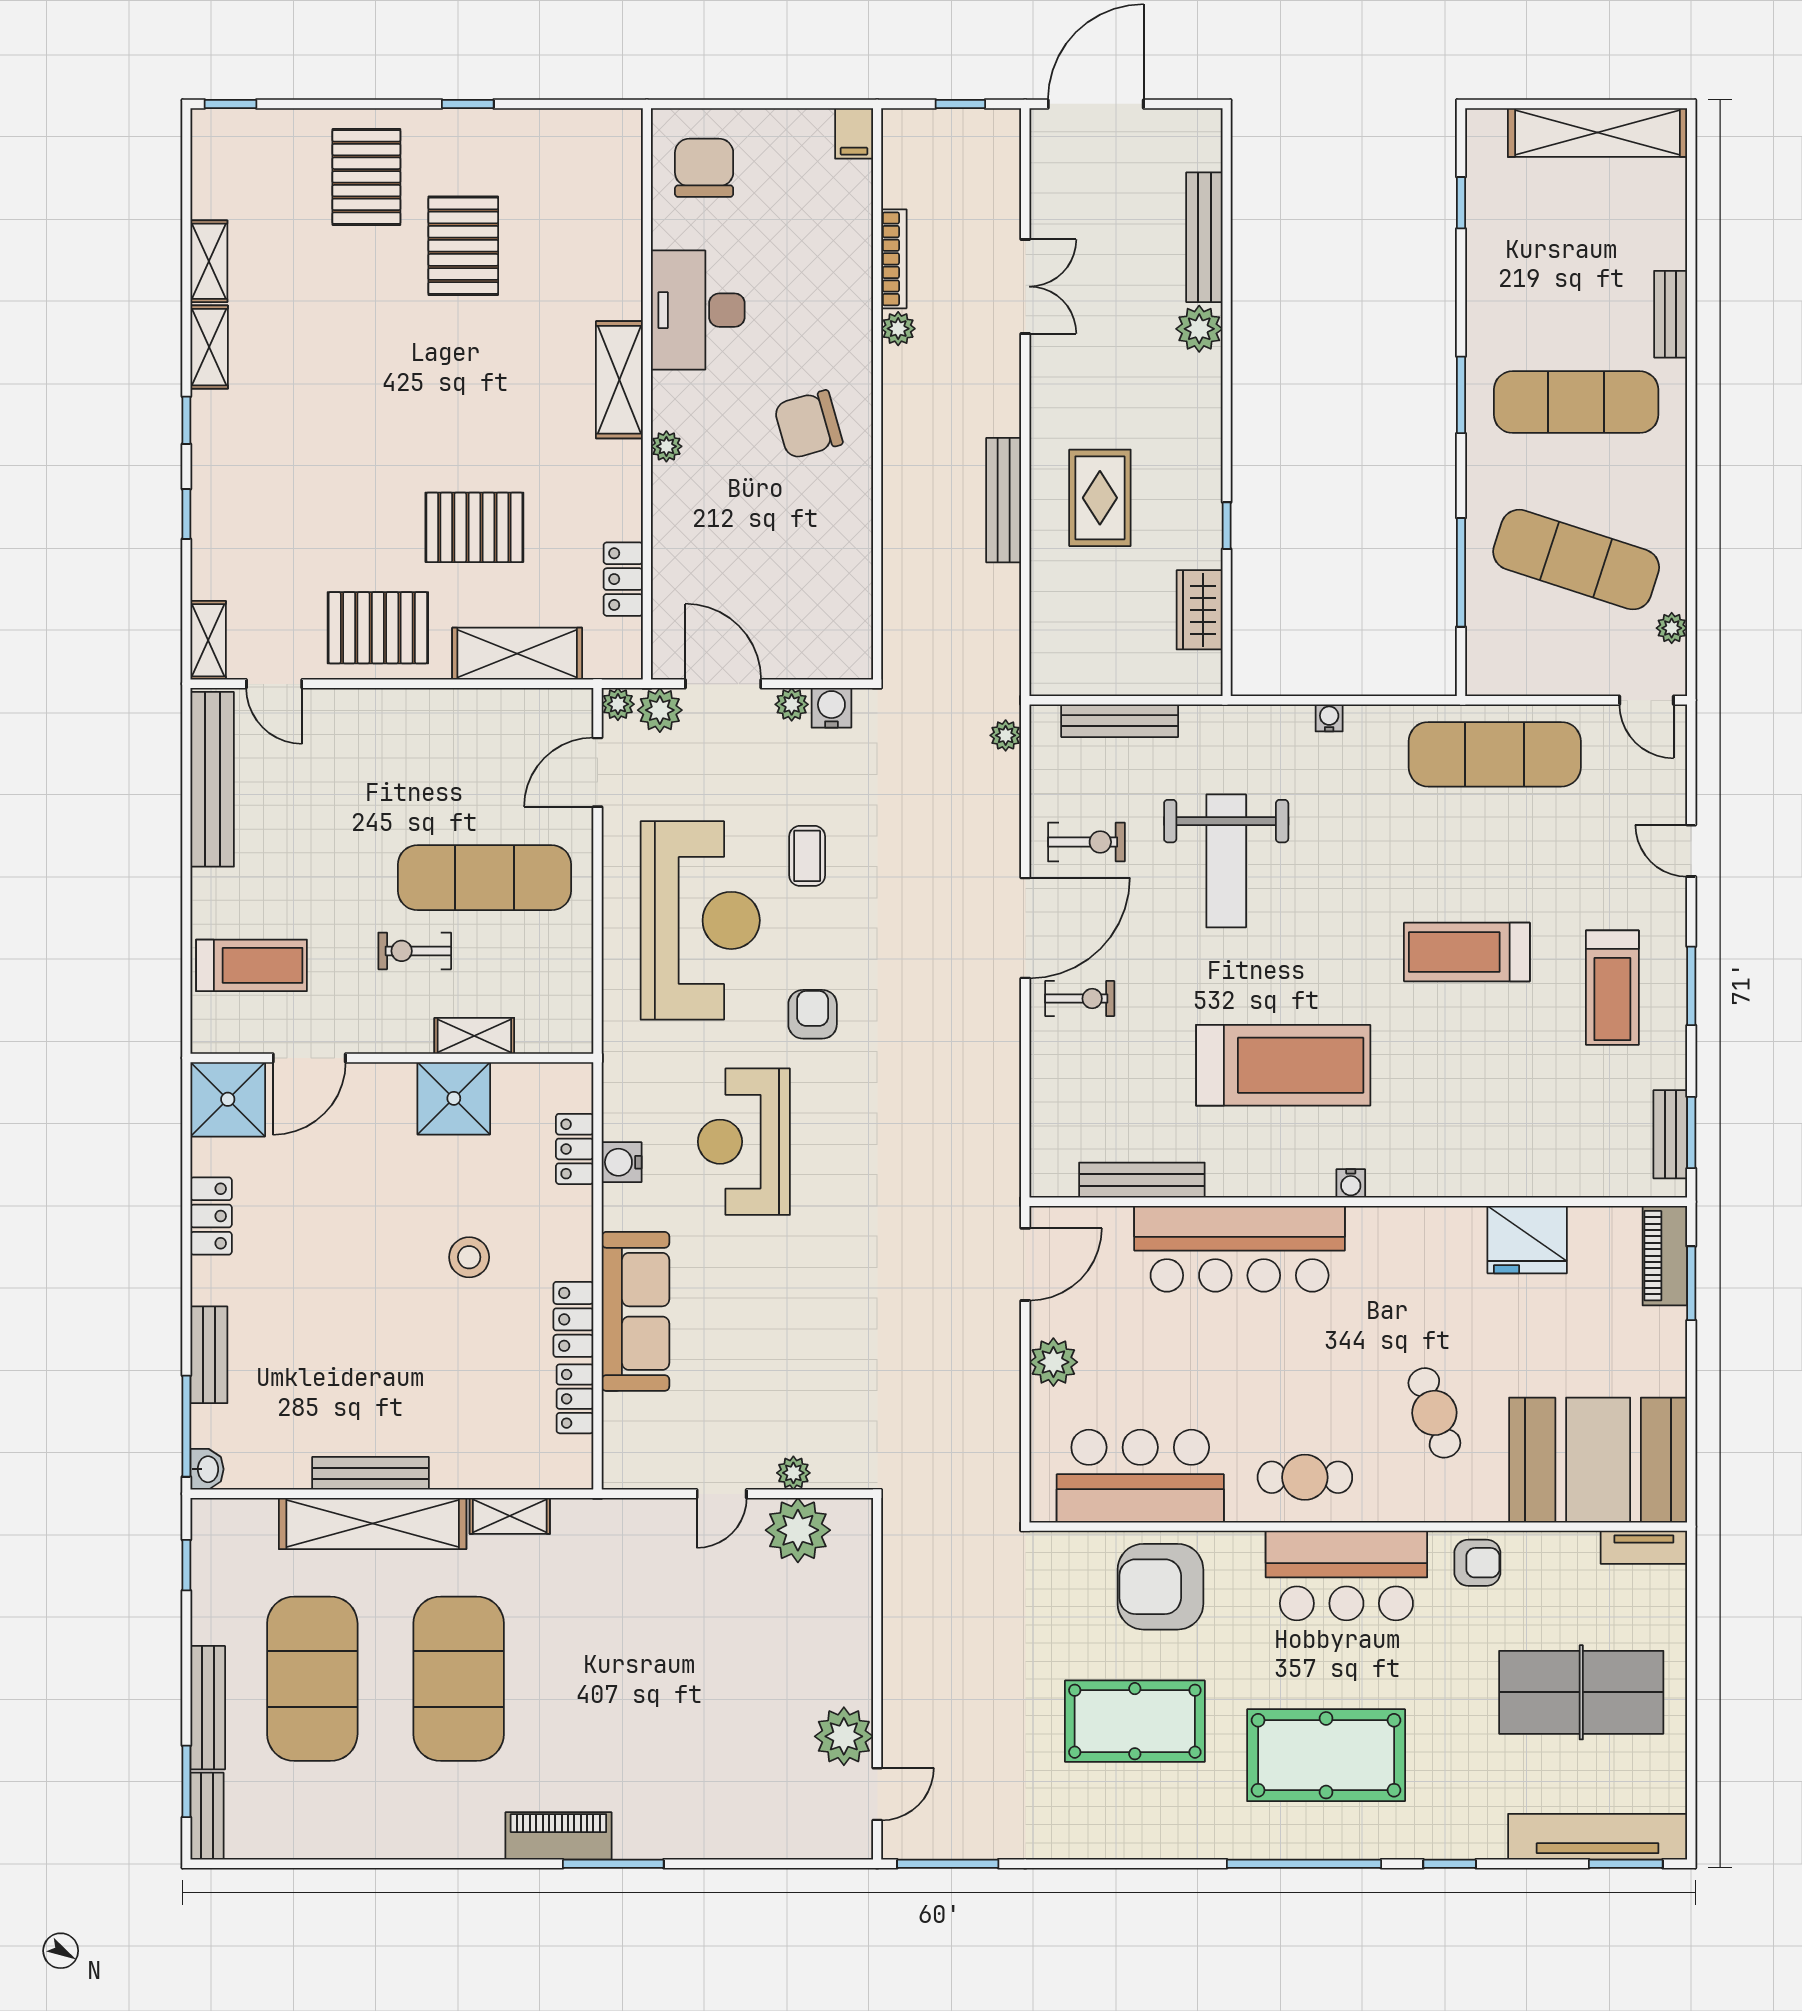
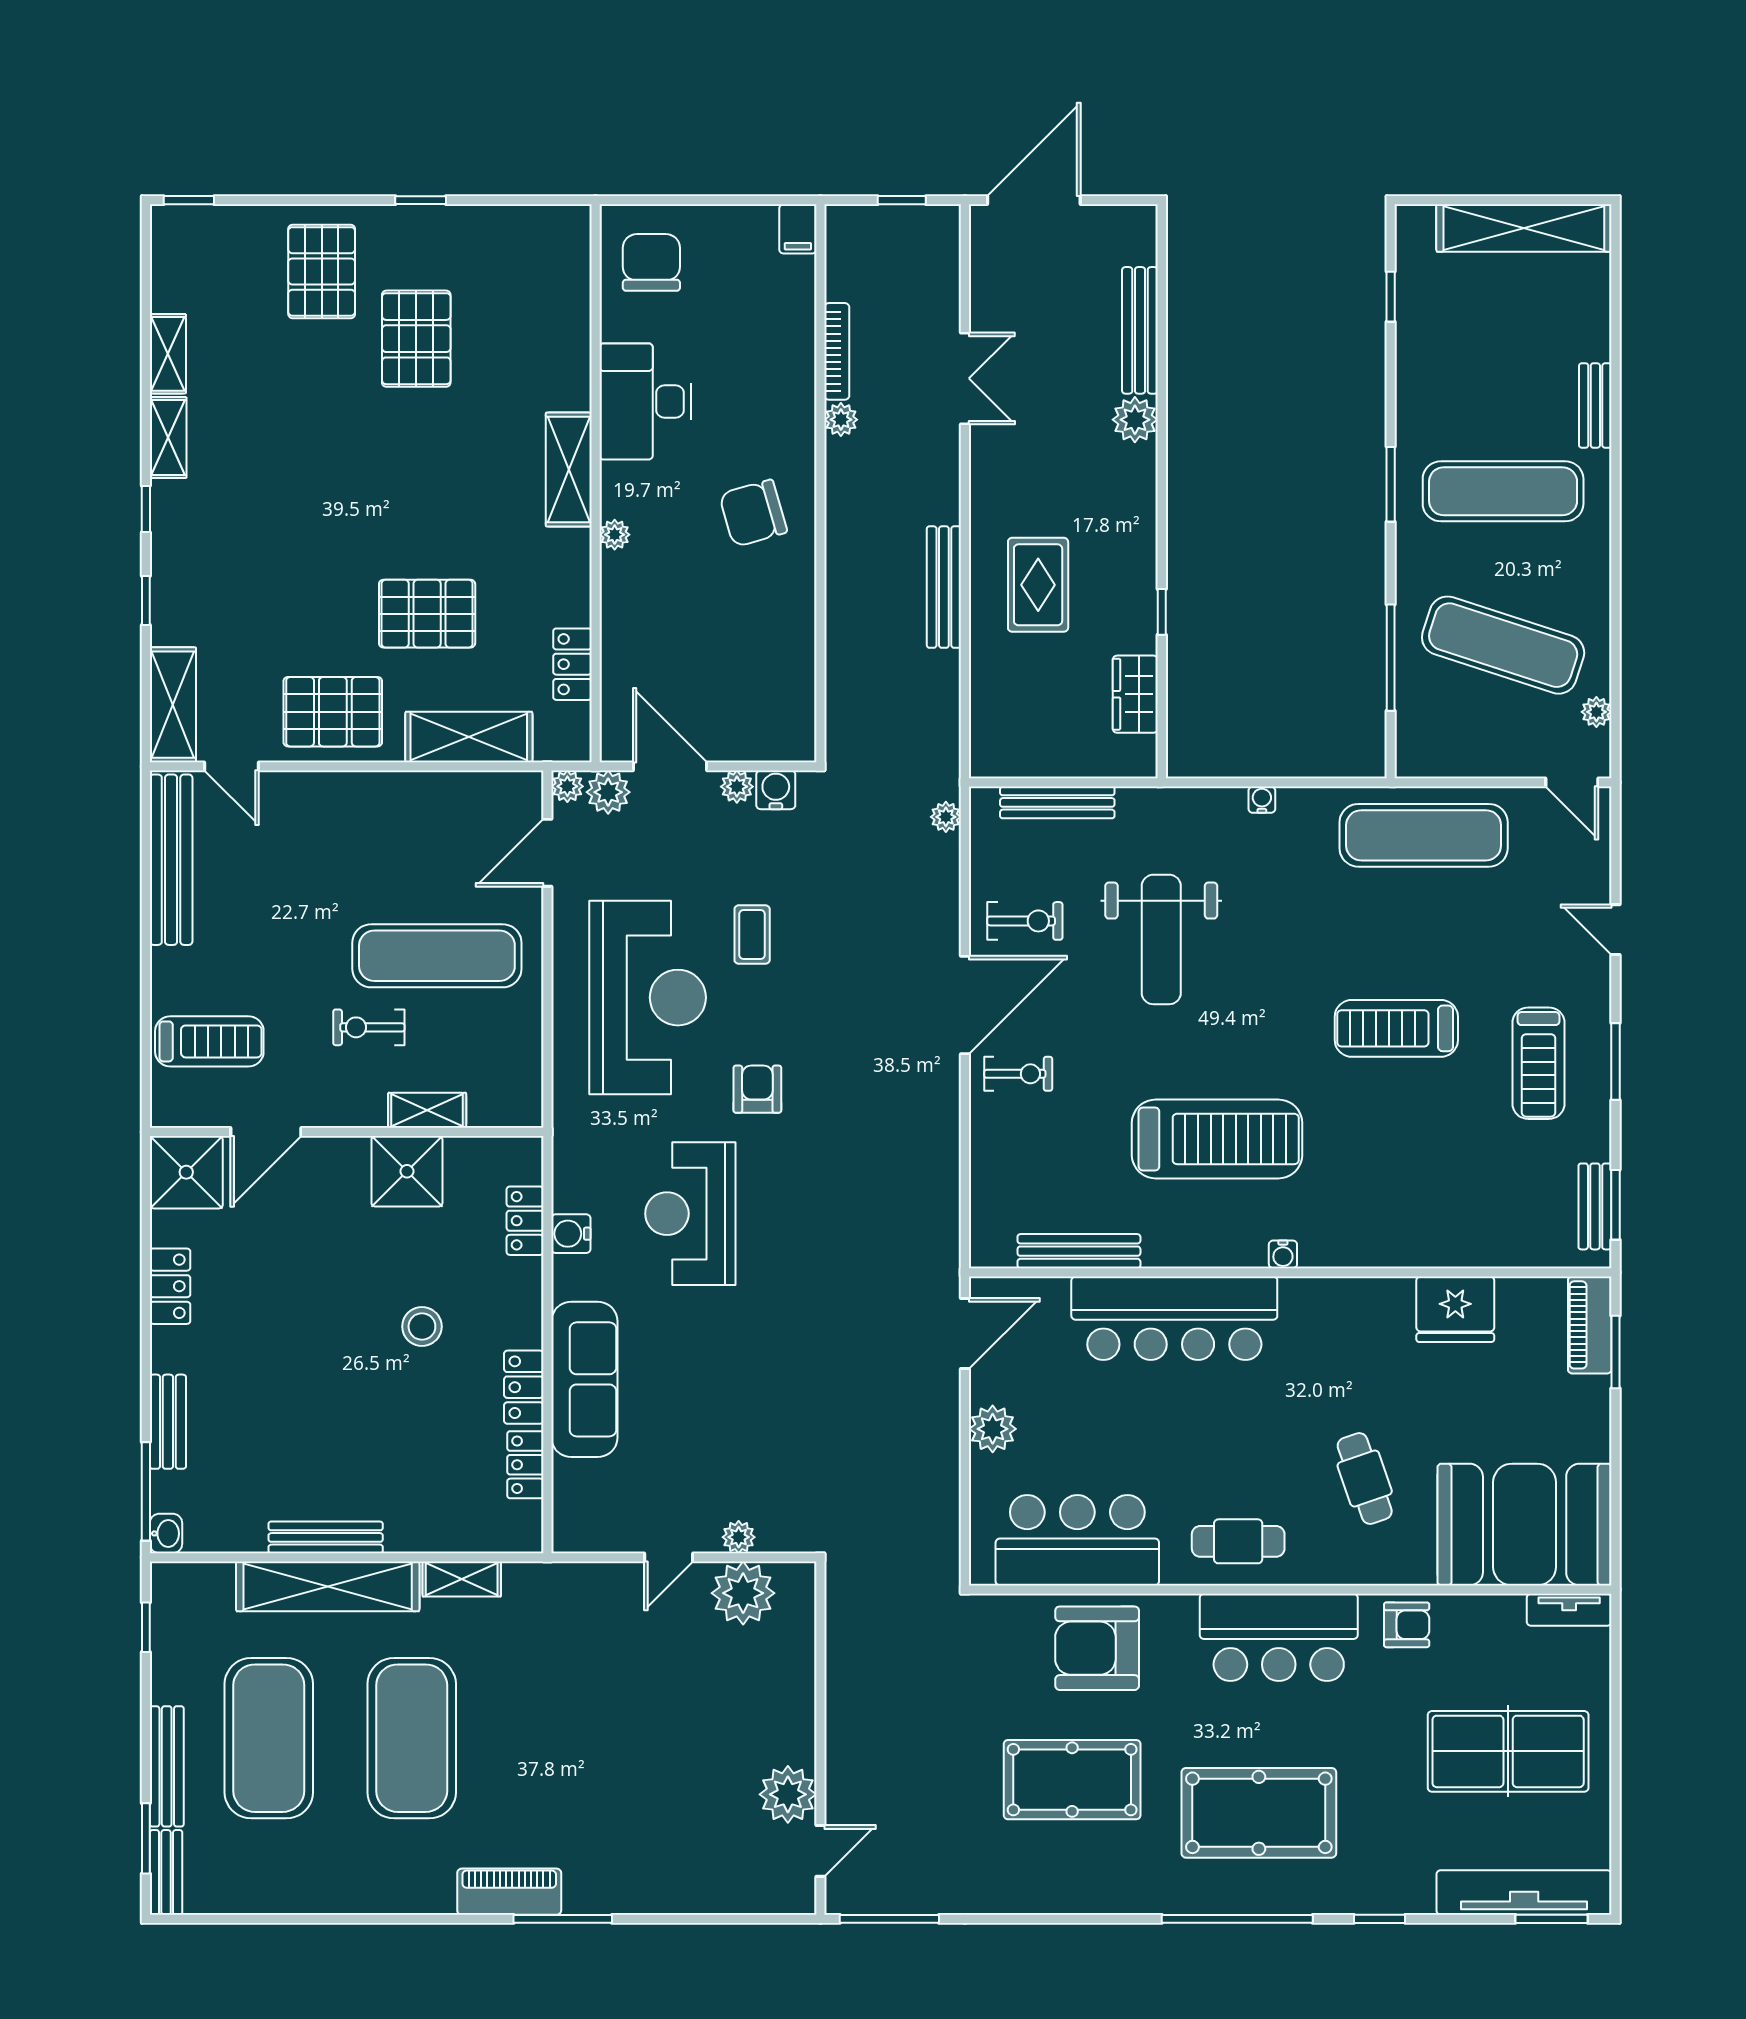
shelving: (208, 640) -> (173, 705), width x1.50, depth x1.33

